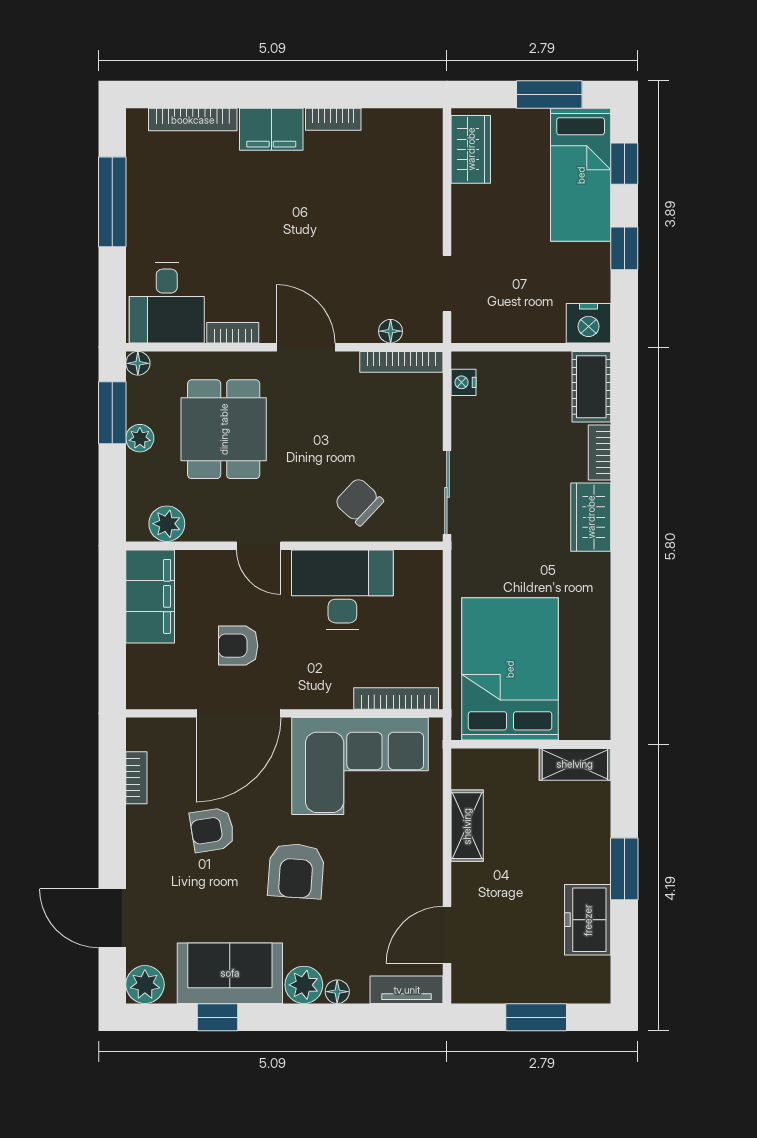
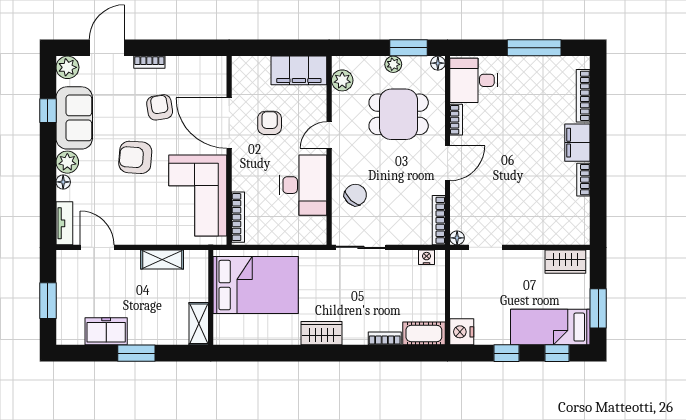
floor lamp: (391, 331) -> (457, 238), moved
wardrobe: (591, 517) -> (322, 333), moved
bookcase: (136, 778) -> (149, 62), moved

